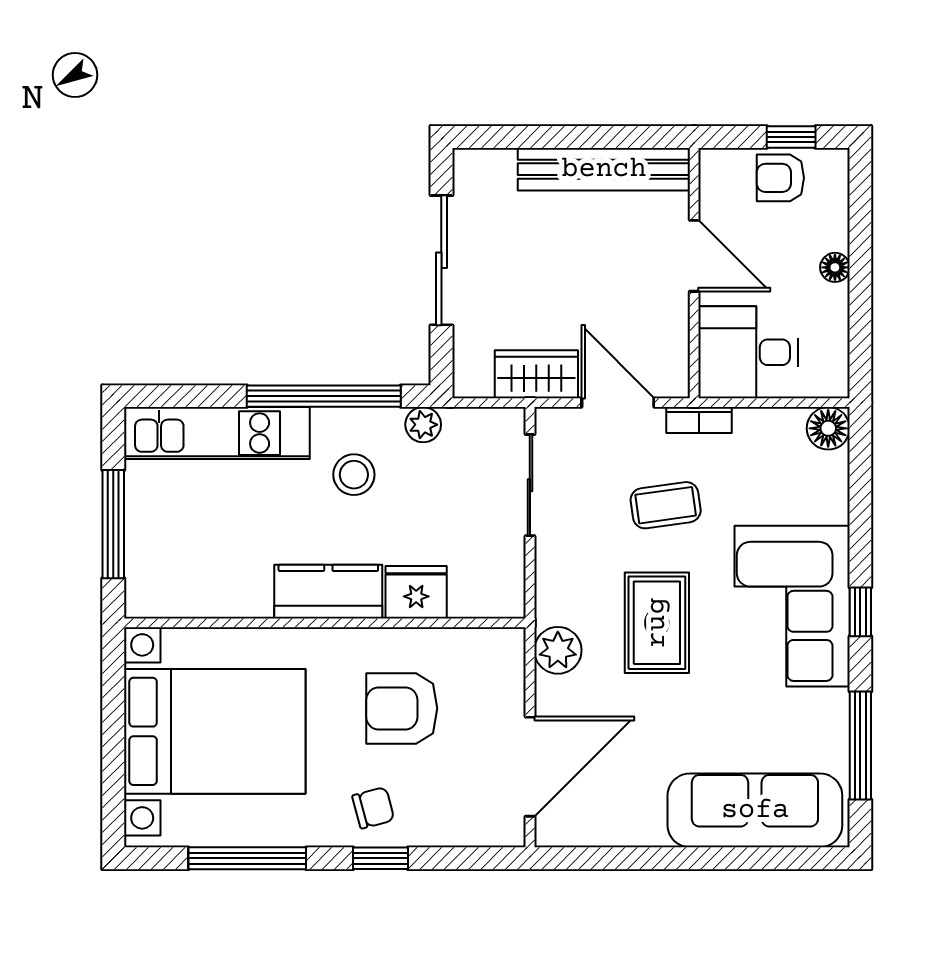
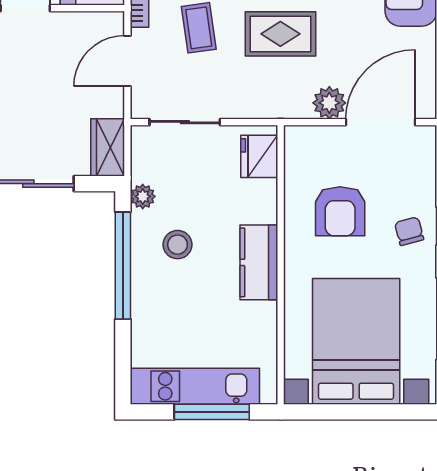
wardrobe: (536, 374) -> (108, 147), moved
kitchen unit: (217, 433) -> (195, 386), moved, turned -90
fridge: (416, 592) -> (259, 156), moved
plant: (558, 650) -> (329, 103), moved
door: (530, 767) -> (380, 122), hinge flipped

